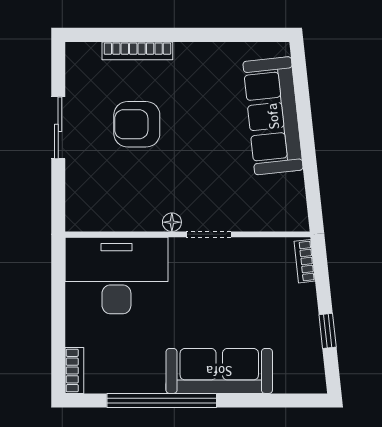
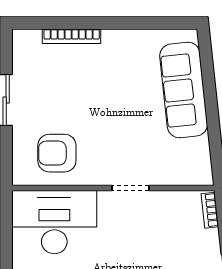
armchair: (137, 124) -> (57, 153), moved
floor lamp: (172, 222) -> (100, 178), removed

